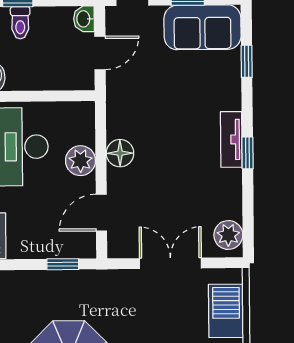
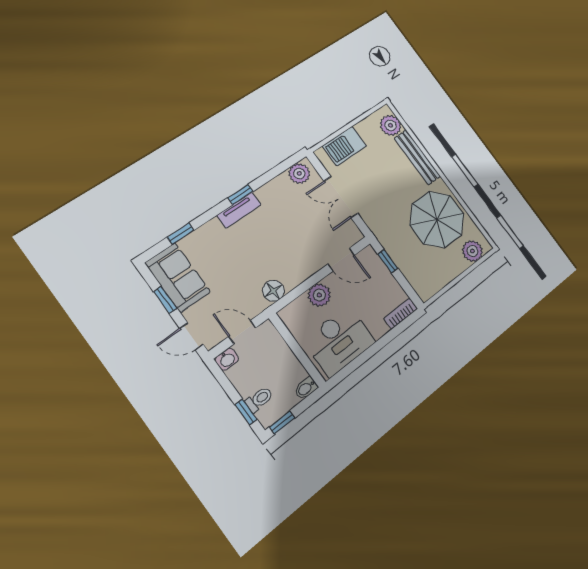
floor lamp: (120, 153) -> (273, 291), moved

